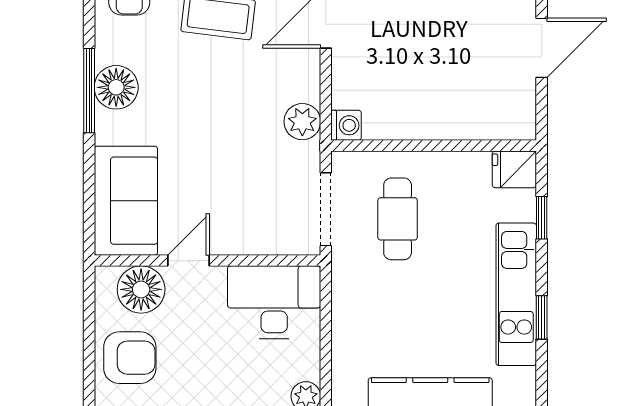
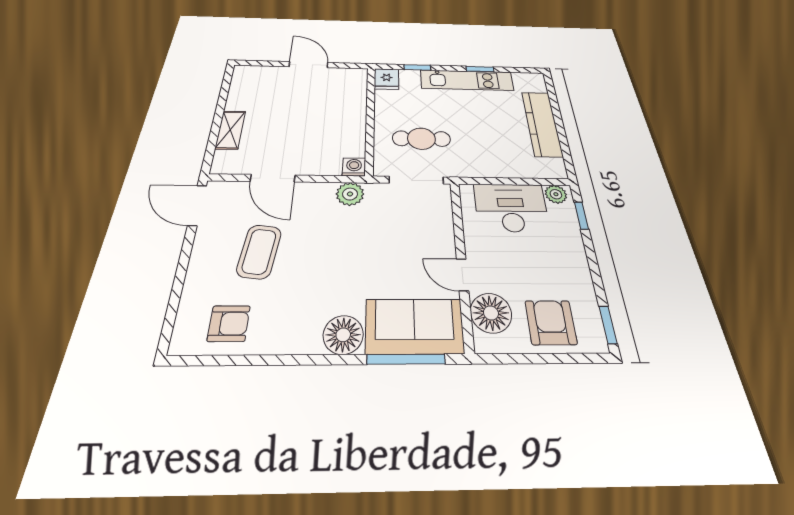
floor lamp: (116, 87) -> (343, 335), moved
window: (89, 91) -> (406, 359), moved
desk: (274, 302) -> (511, 208), moved, turned 90

